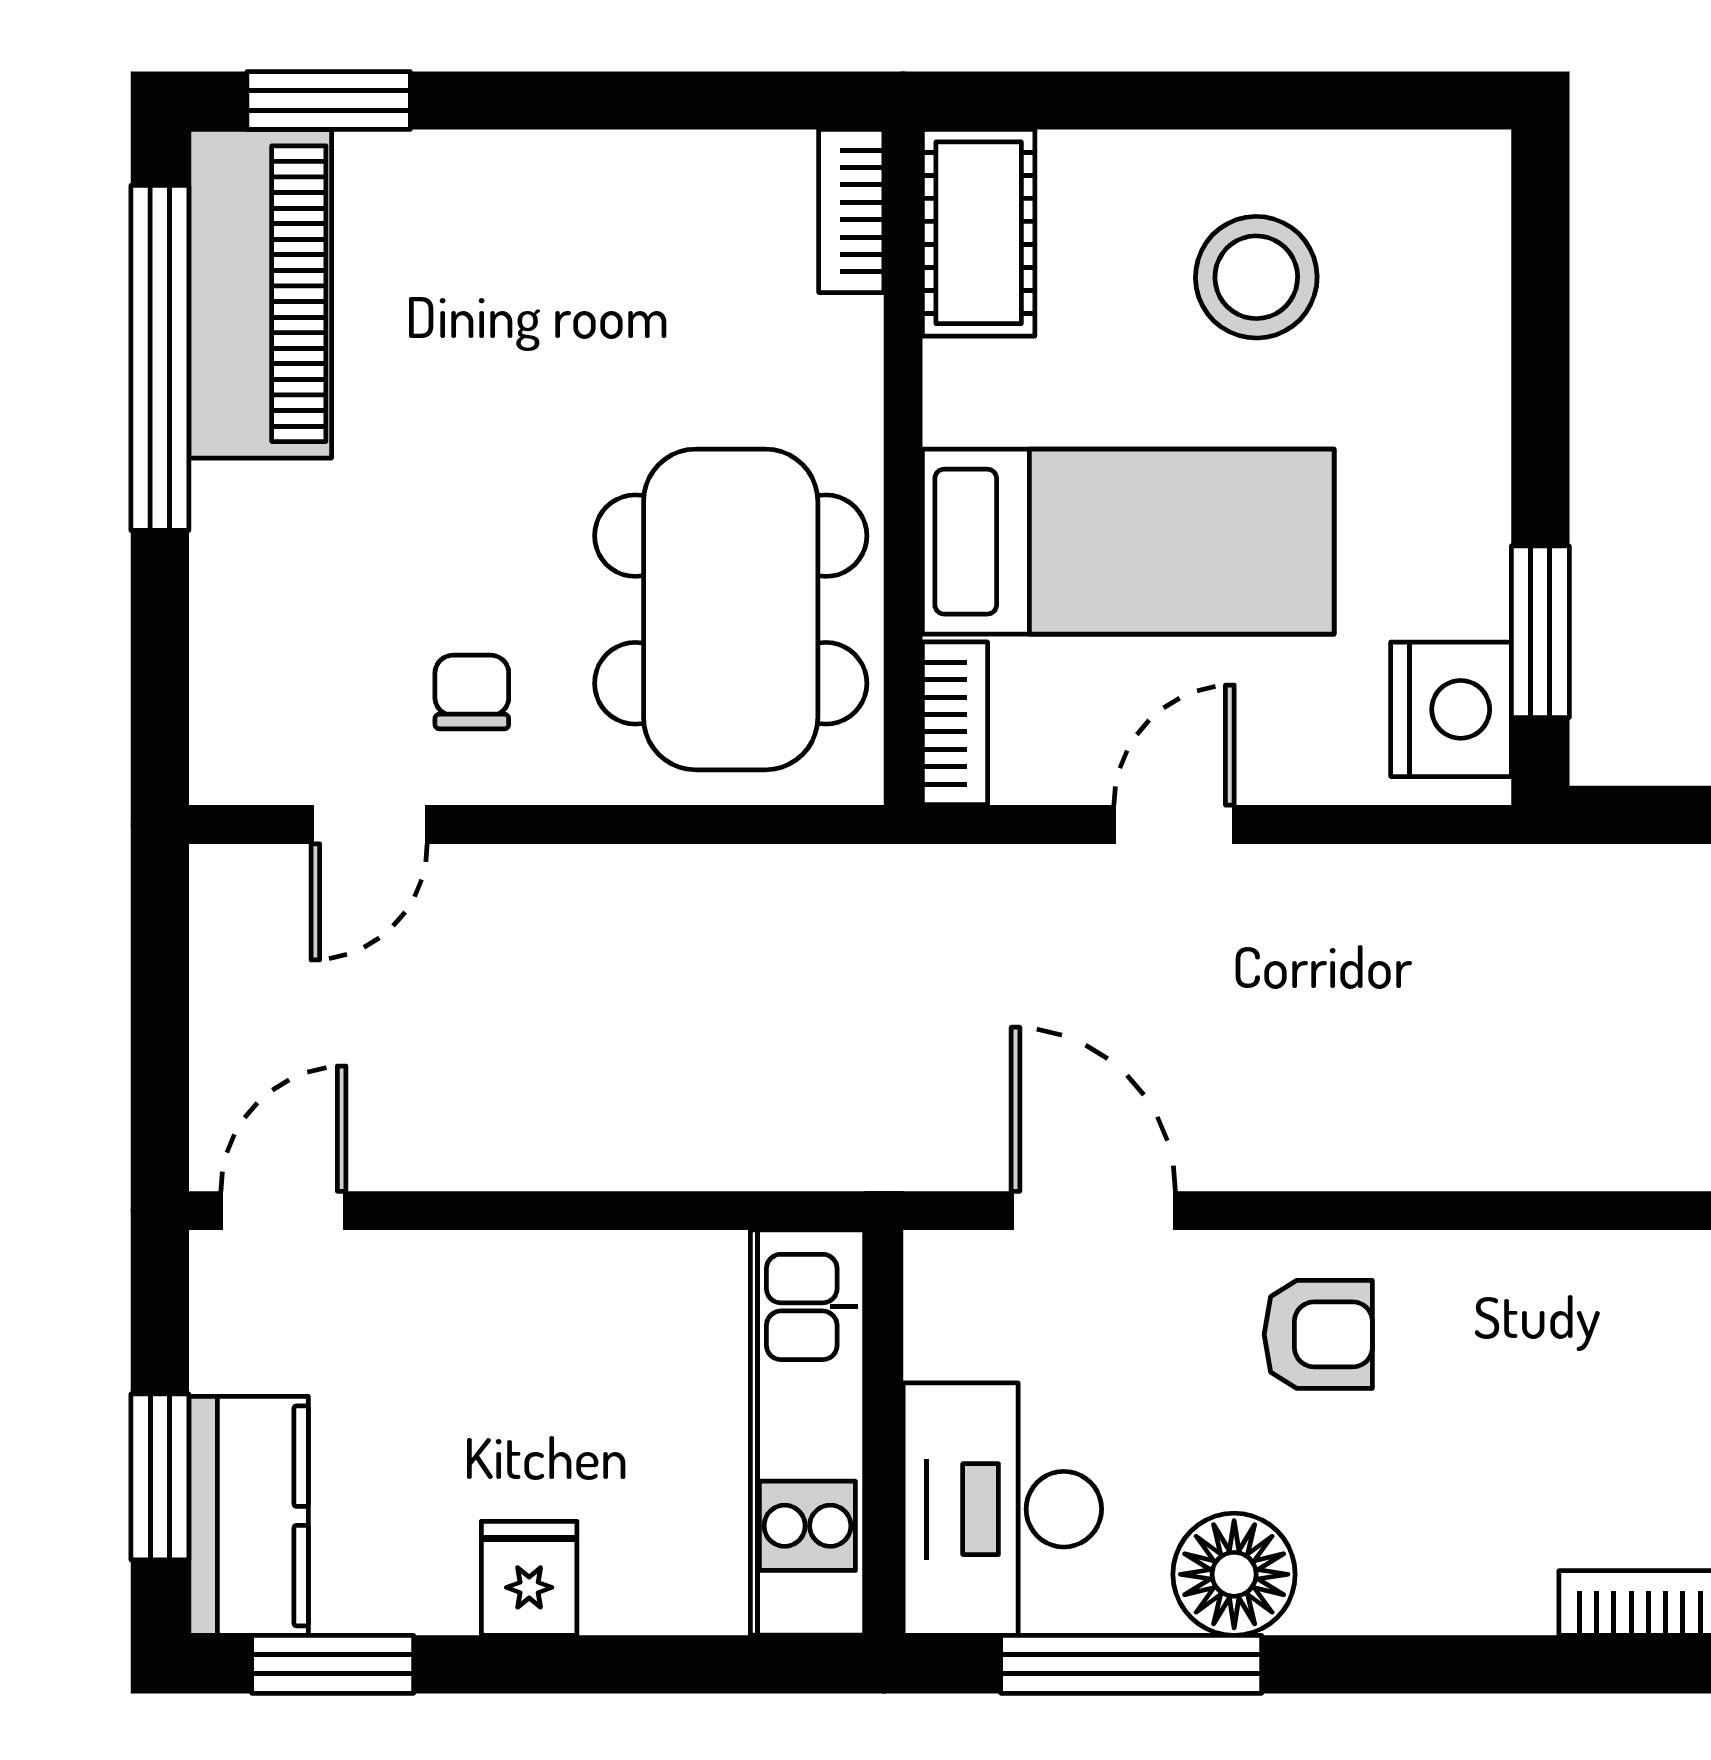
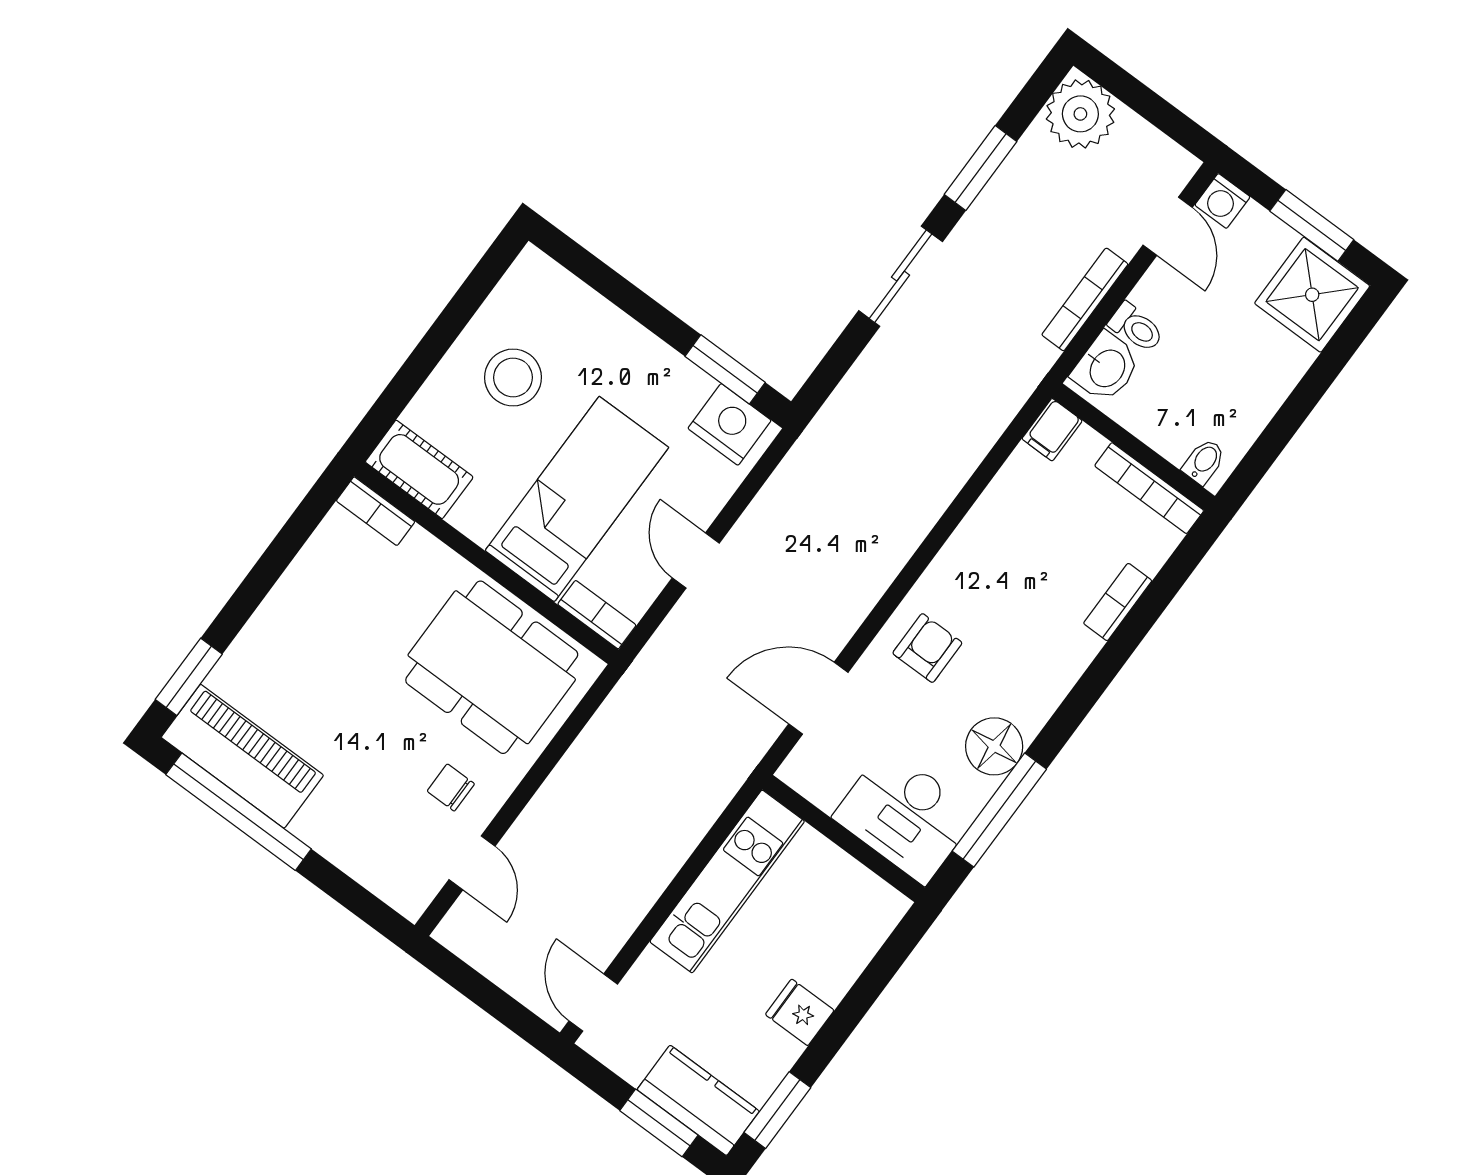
kitchen unit: (807, 1433) -> (727, 881), moved, turned -90

